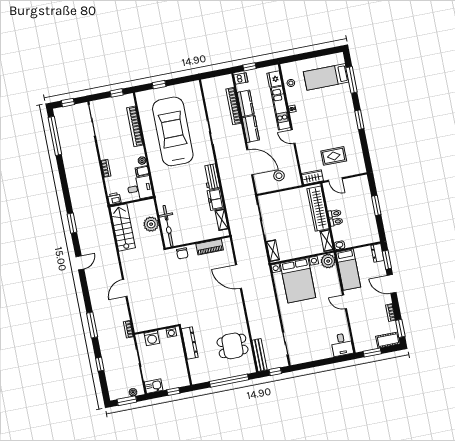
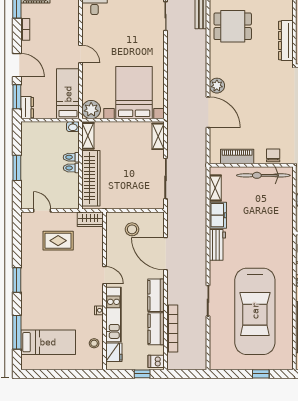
door: (335, 180) -> (42, 210), moved
bicycle: (168, 226) -> (263, 175), moved, turned -90
plant: (236, 298) -> (217, 86), added

